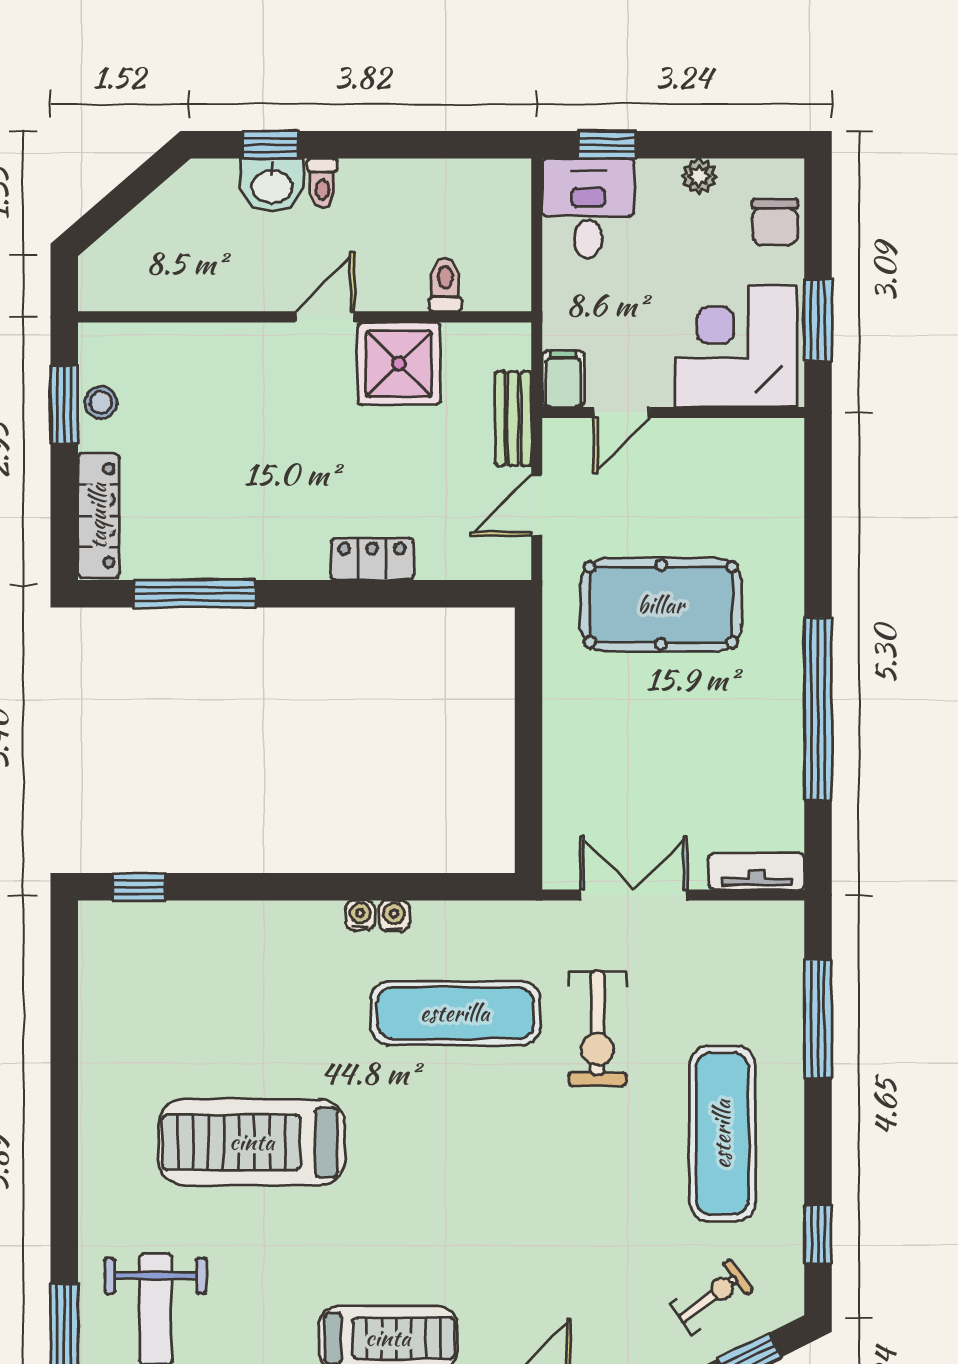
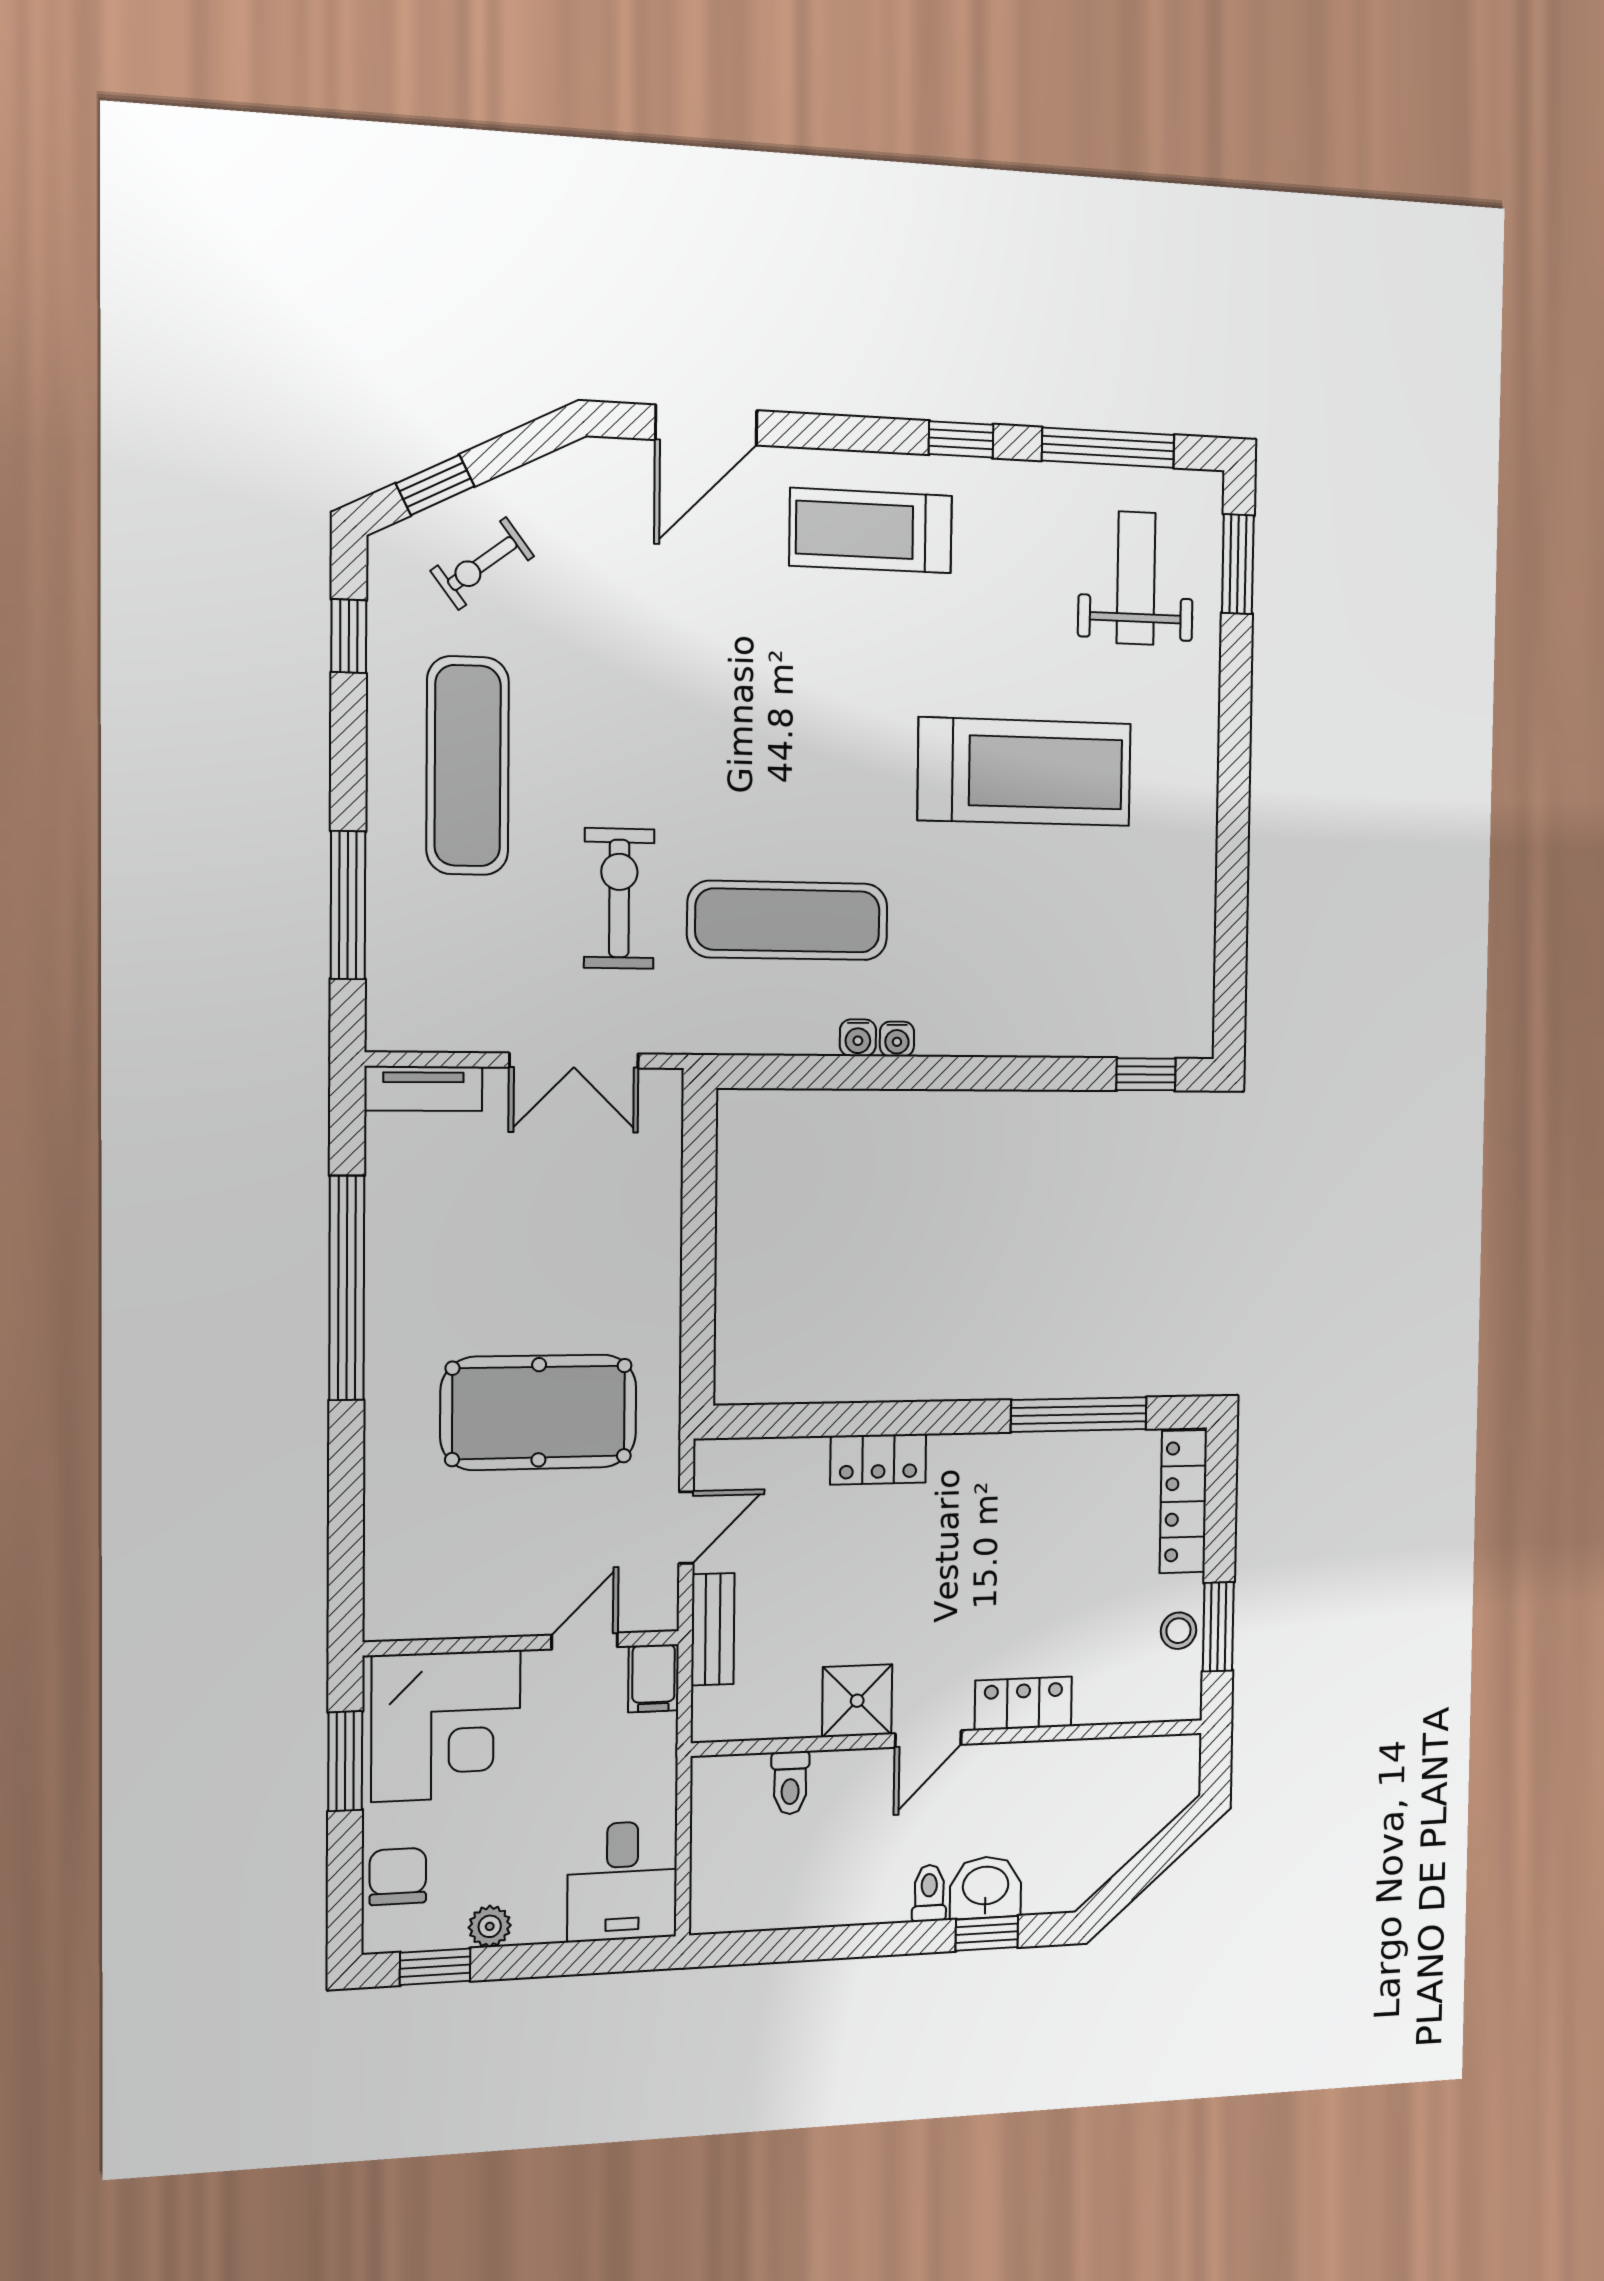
window: (607, 145) -> (435, 1967), moved
locker: (241, 344) -> (1023, 1703), added
shower: (399, 364) -> (857, 1701), width x0.73, depth x0.73

